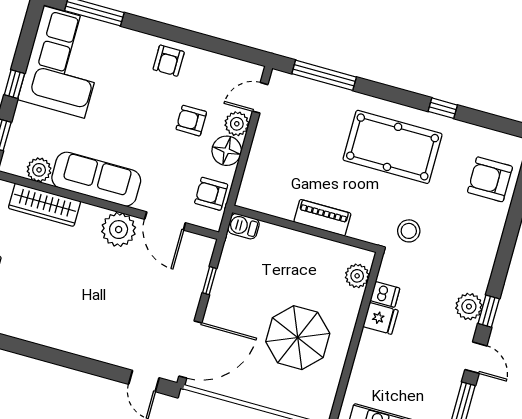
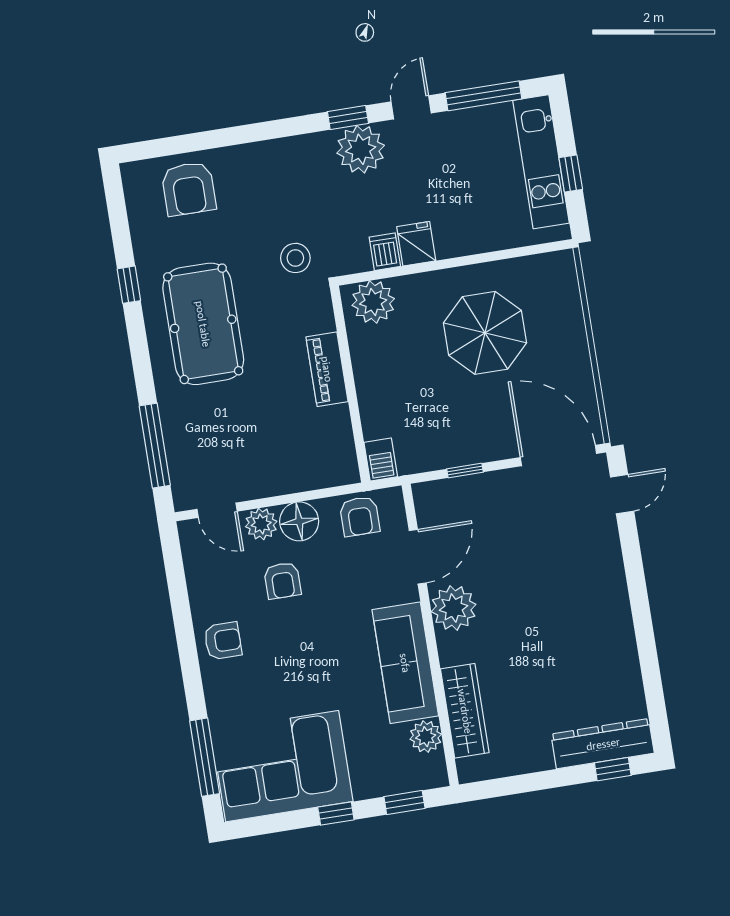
plant: (357, 276) -> (373, 302), width x1.36, depth x1.36
plant: (469, 307) -> (361, 149), width x1.36, depth x1.36

